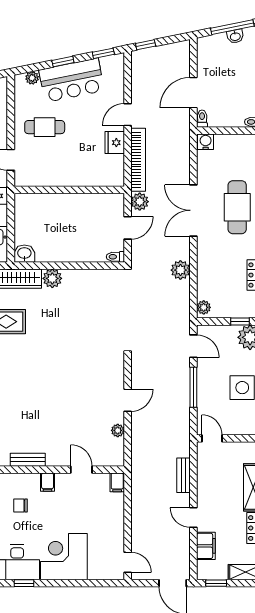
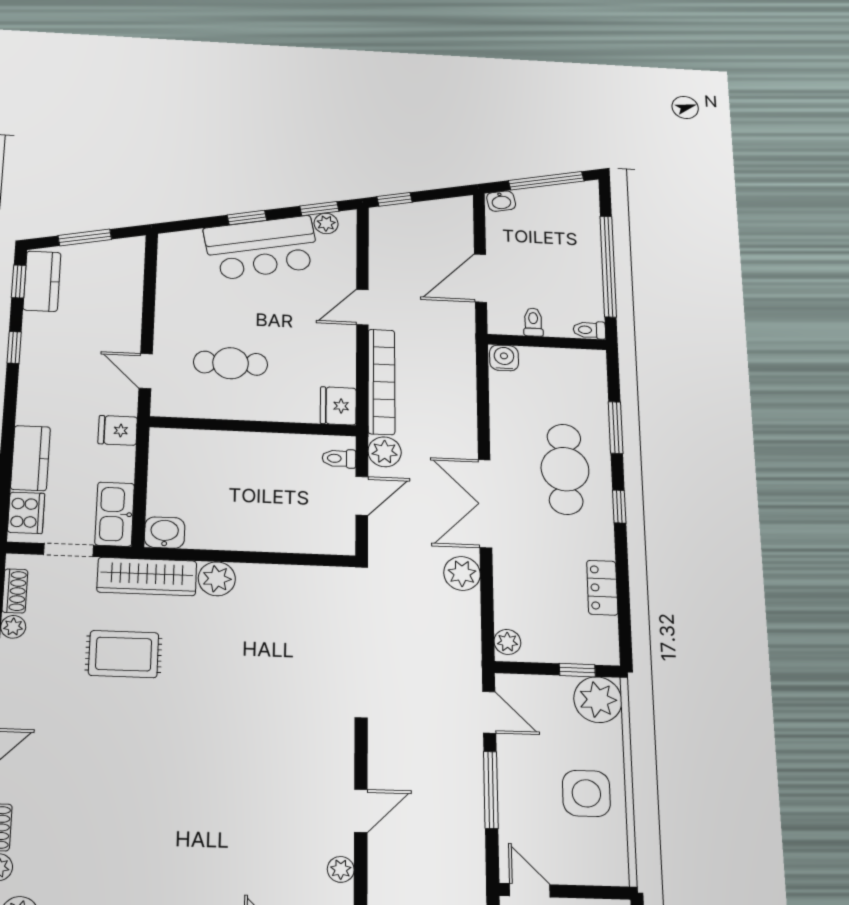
washbasin: (235, 36) -> (501, 201), moved
plant: (32, 78) -> (326, 223), moved
toilet: (202, 119) -> (533, 322), moved
cafe table: (45, 127) -> (231, 363), moved
fridge: (115, 143) -> (338, 406), moved
double door: (193, 210) -> (485, 504), moved
toilet: (115, 257) -> (339, 458), moved

